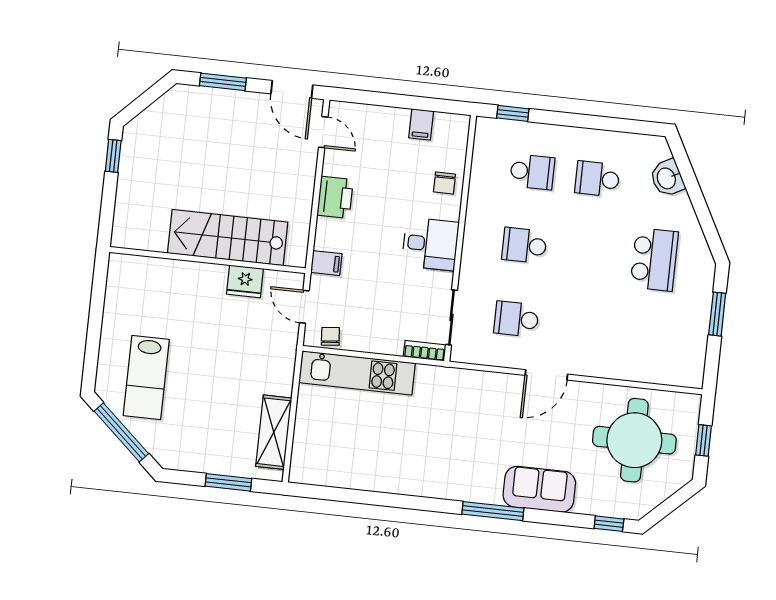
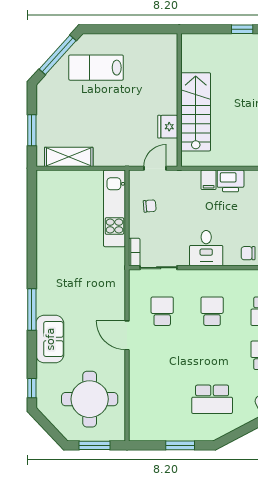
filing cabinet: (326, 263) -> (209, 180), moved
chair: (330, 336) -> (150, 206), moved
window: (703, 440) -> (95, 445), width x1.50

